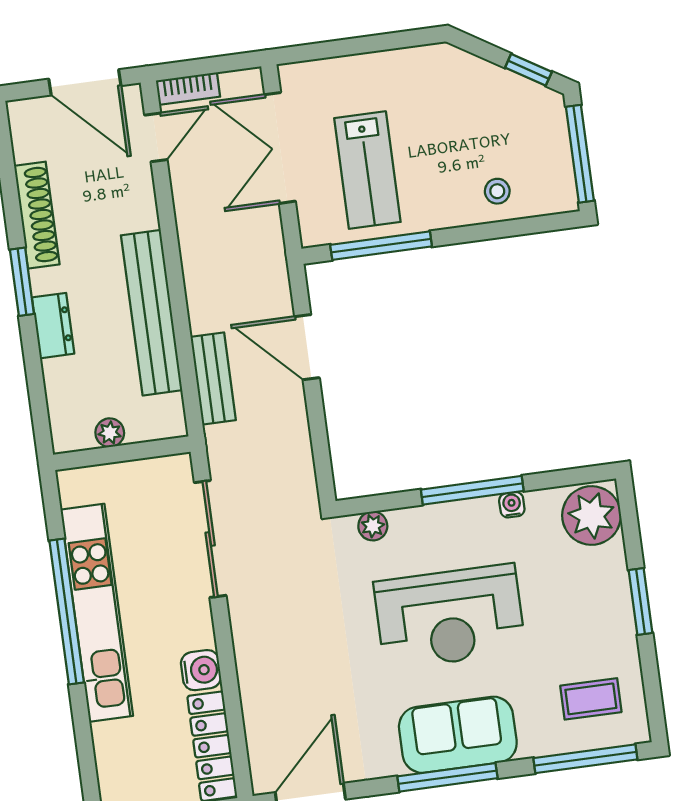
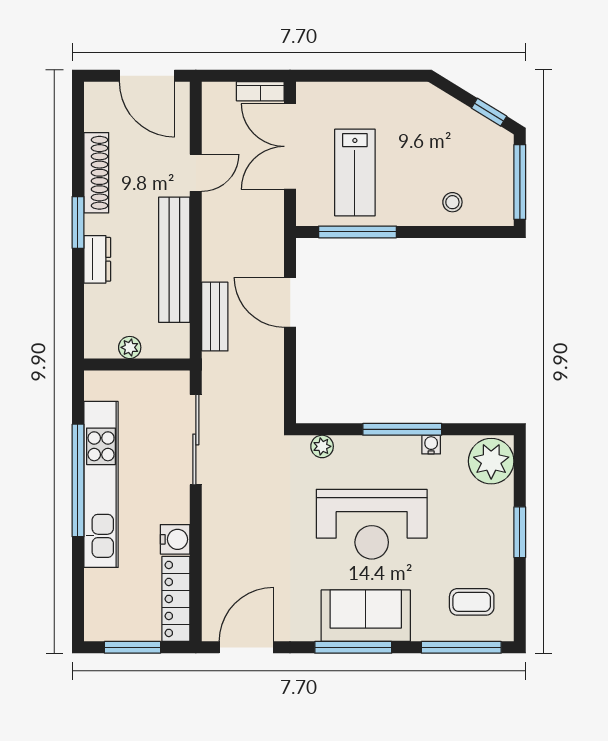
bookcase: (188, 89) -> (260, 91), moved
door: (156, 137) -> (196, 173), moved

